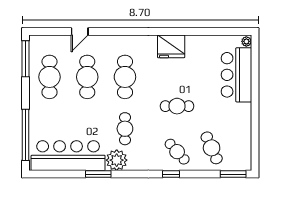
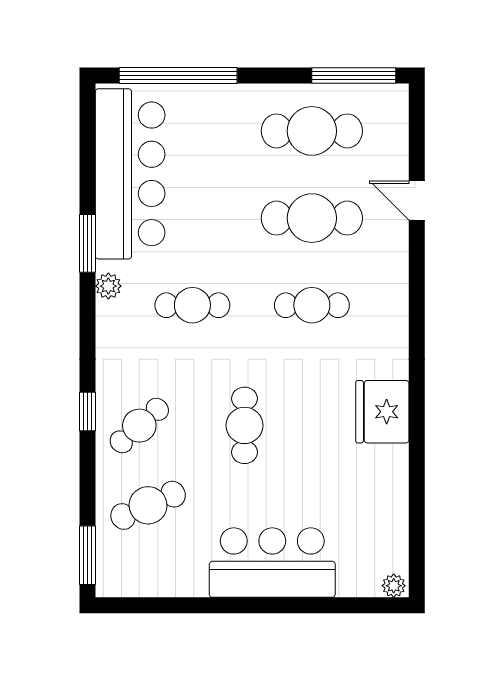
bar counter: (236, 75) -> (272, 563), moved
cafe table: (125, 77) -> (312, 305), width x0.73, depth x0.74
plant: (117, 160) -> (108, 286), width x0.53, depth x0.53

